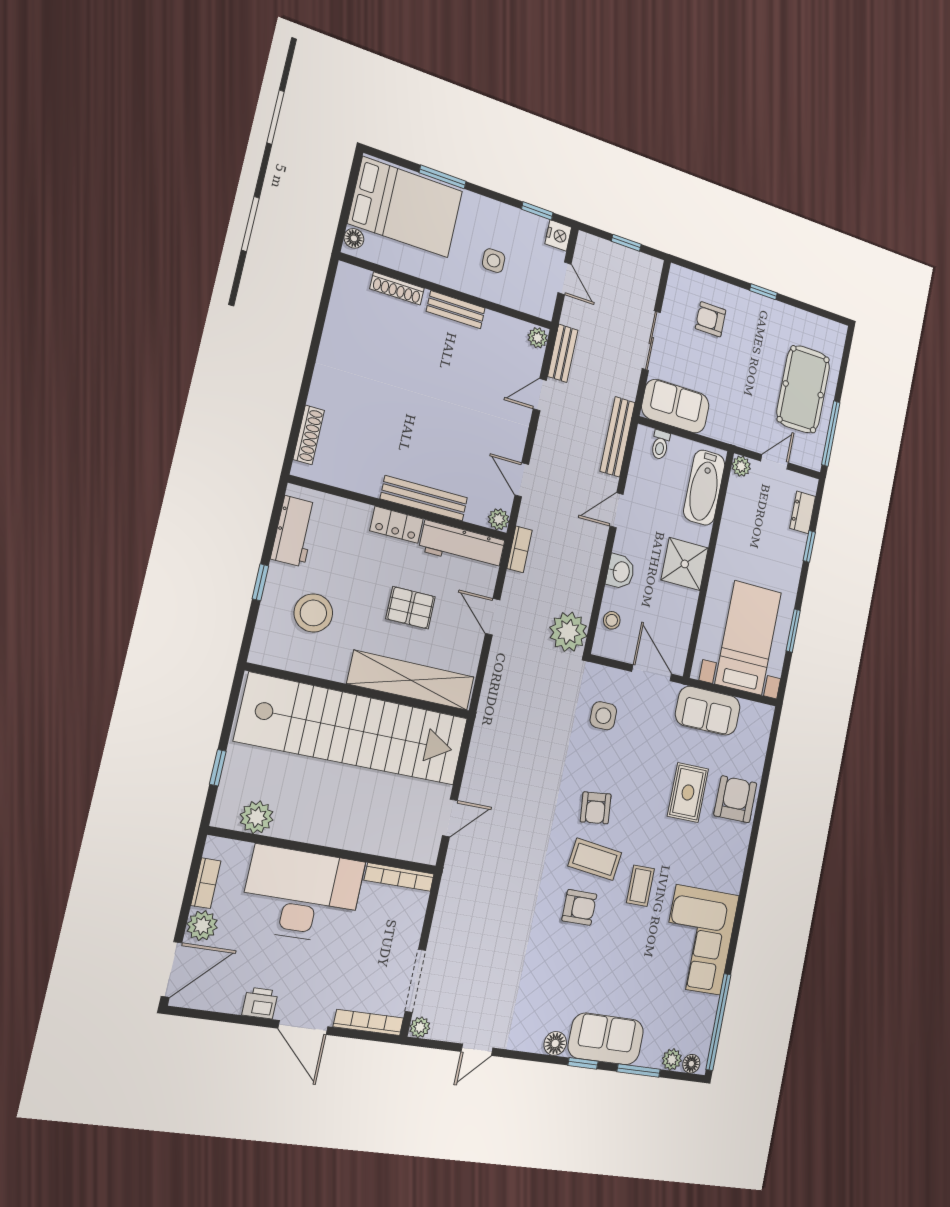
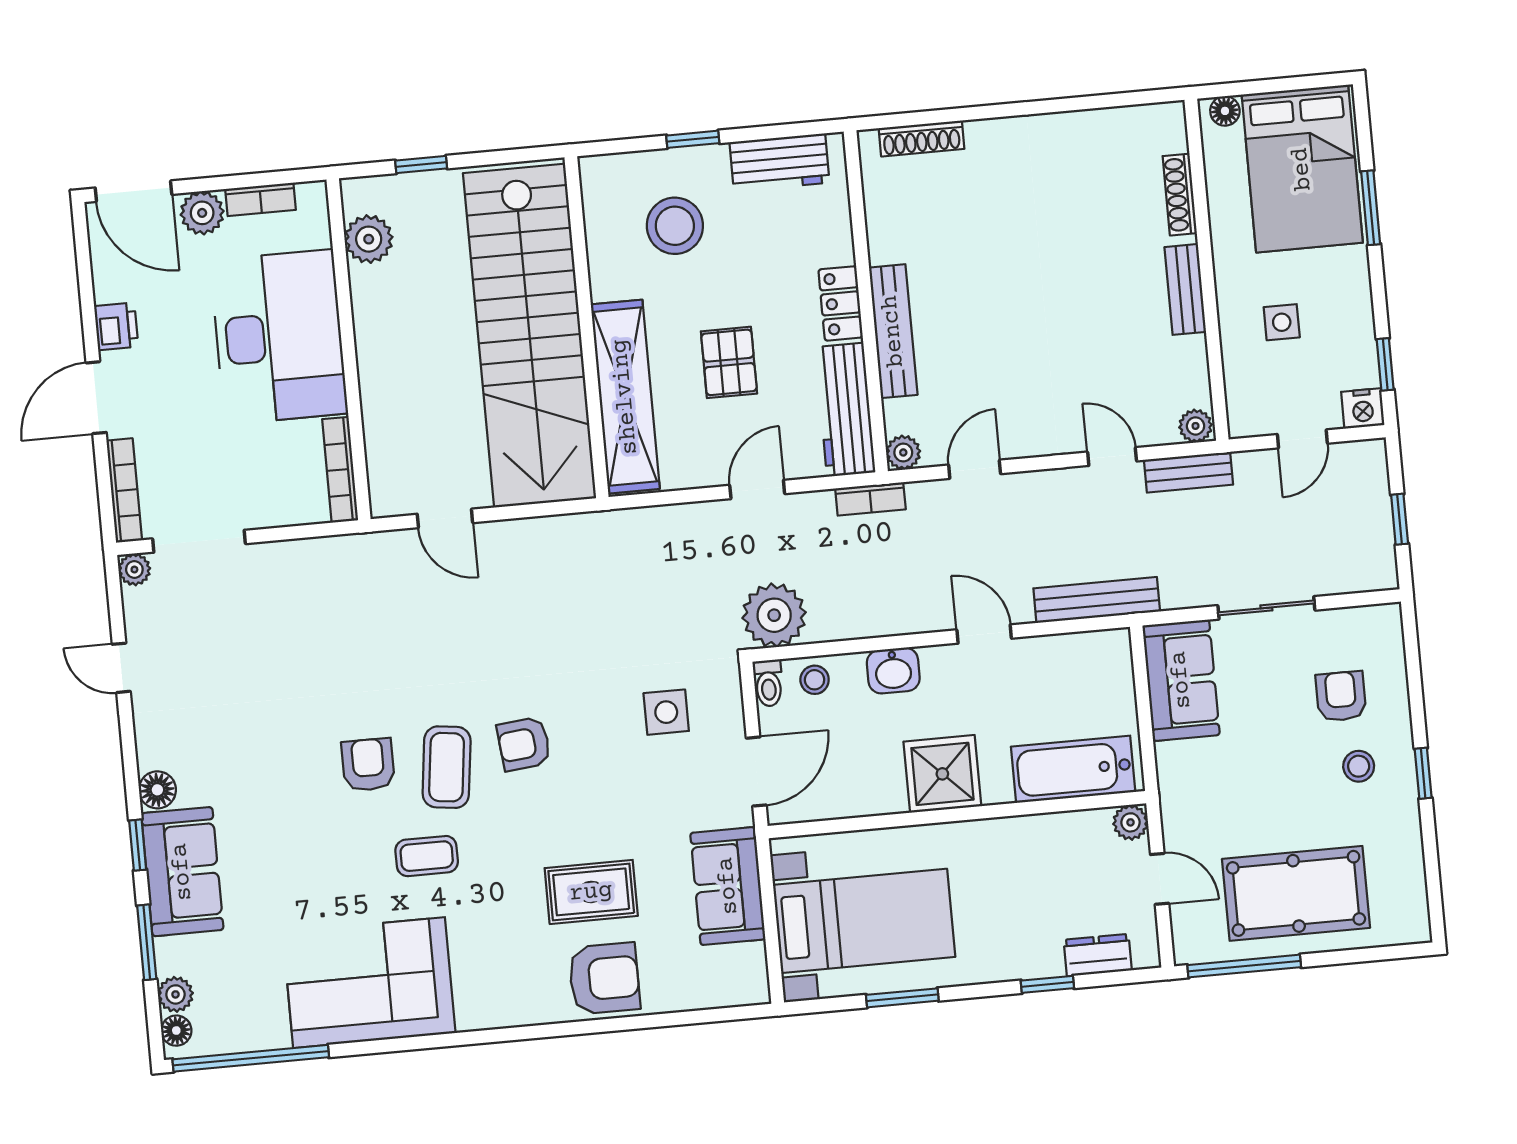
stool: (749, 326) -> (1359, 766), added
toilet: (660, 445) -> (768, 683), moved, turned -90
armchair: (579, 907) -> (368, 765), turned 180

